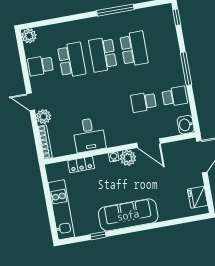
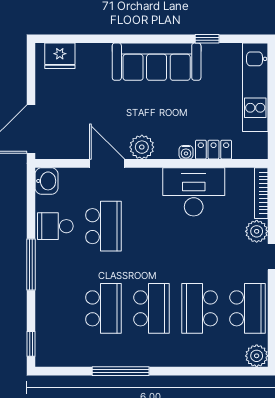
school desk: (134, 49) -> (103, 308), turned 180
school desk: (40, 66) -> (248, 308), width x1.85
school desk: (143, 102) -> (103, 226), width x1.85
desk: (89, 135) -> (194, 192), width x1.37
water cooler: (114, 157) -> (186, 152), moved
fridge: (198, 197) -> (60, 56), moved, turned 90

